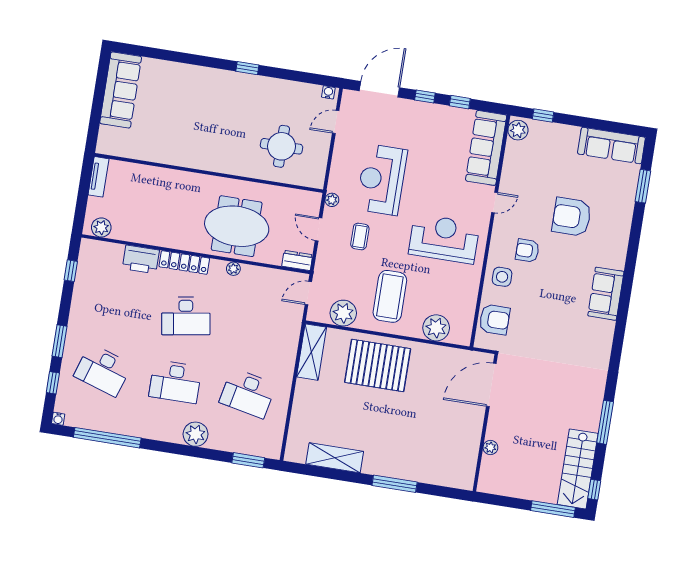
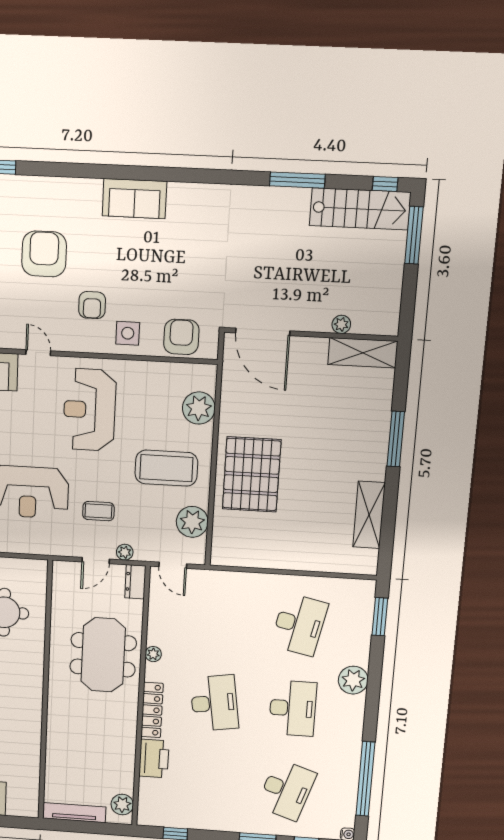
tv unit: (99, 177) -> (74, 813), width x1.41
plant: (332, 200) -> (125, 552), moved
armchair: (572, 217) -> (44, 254), turned 180
shelving: (312, 352) -> (363, 353), moved

